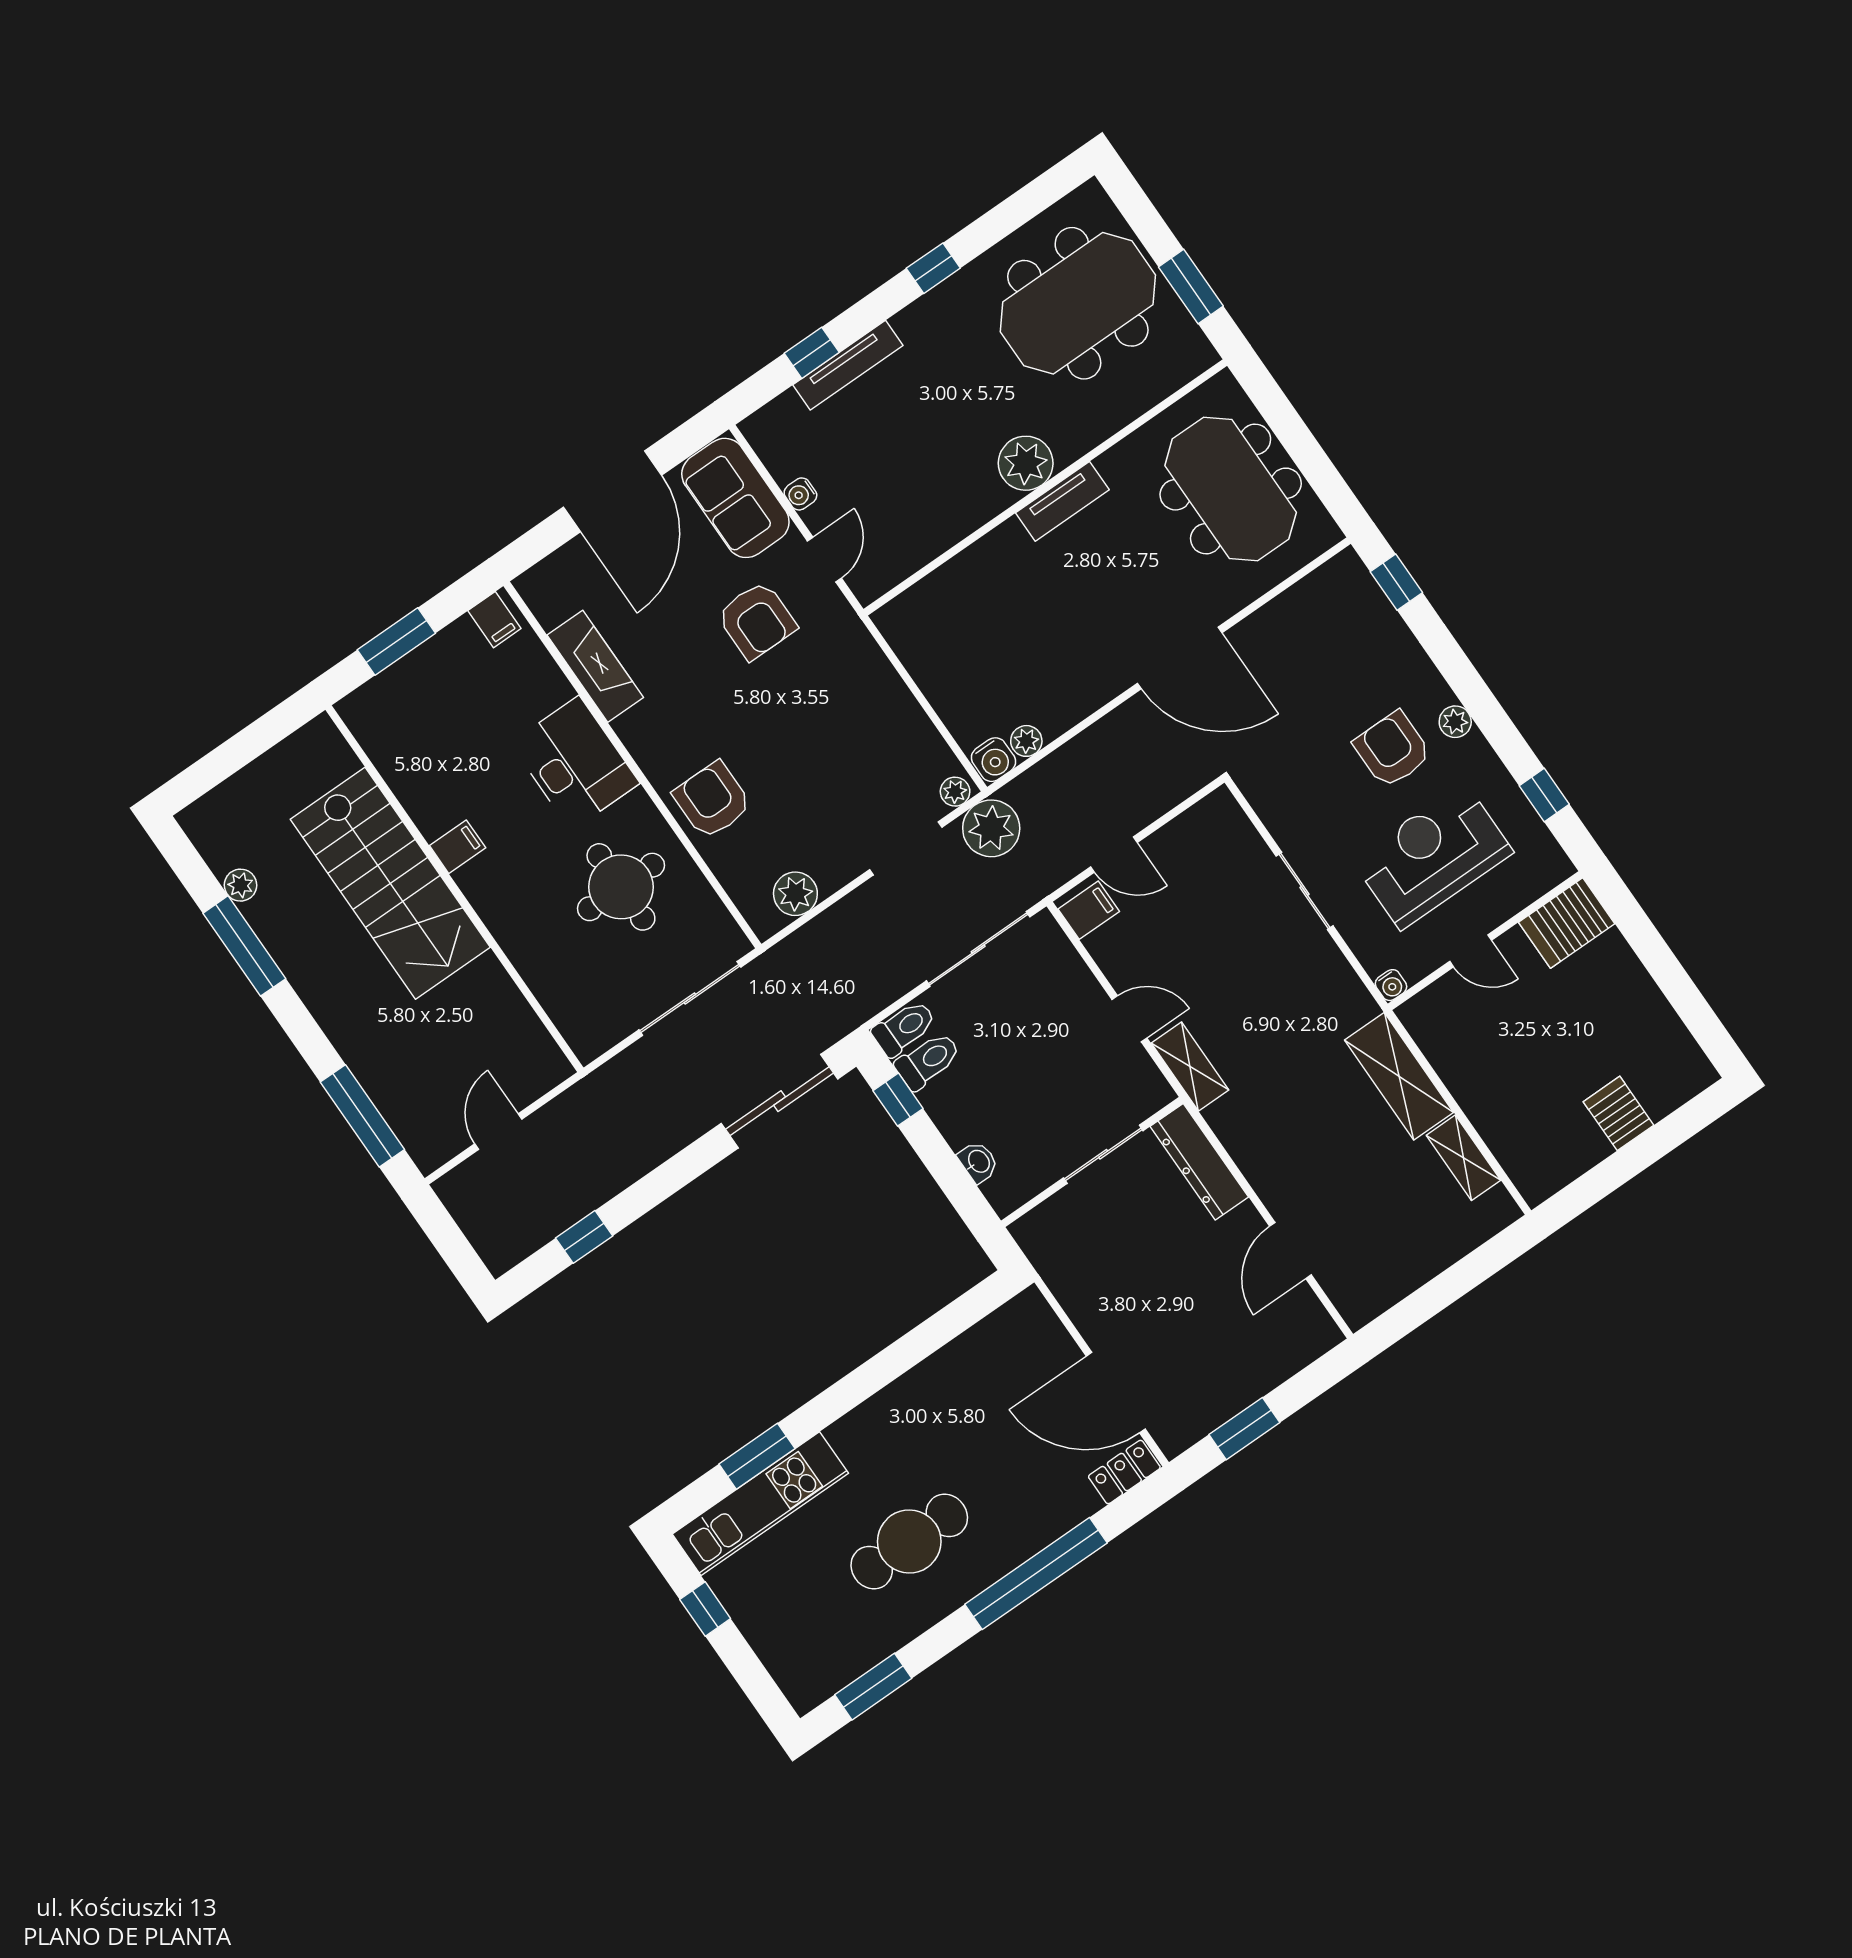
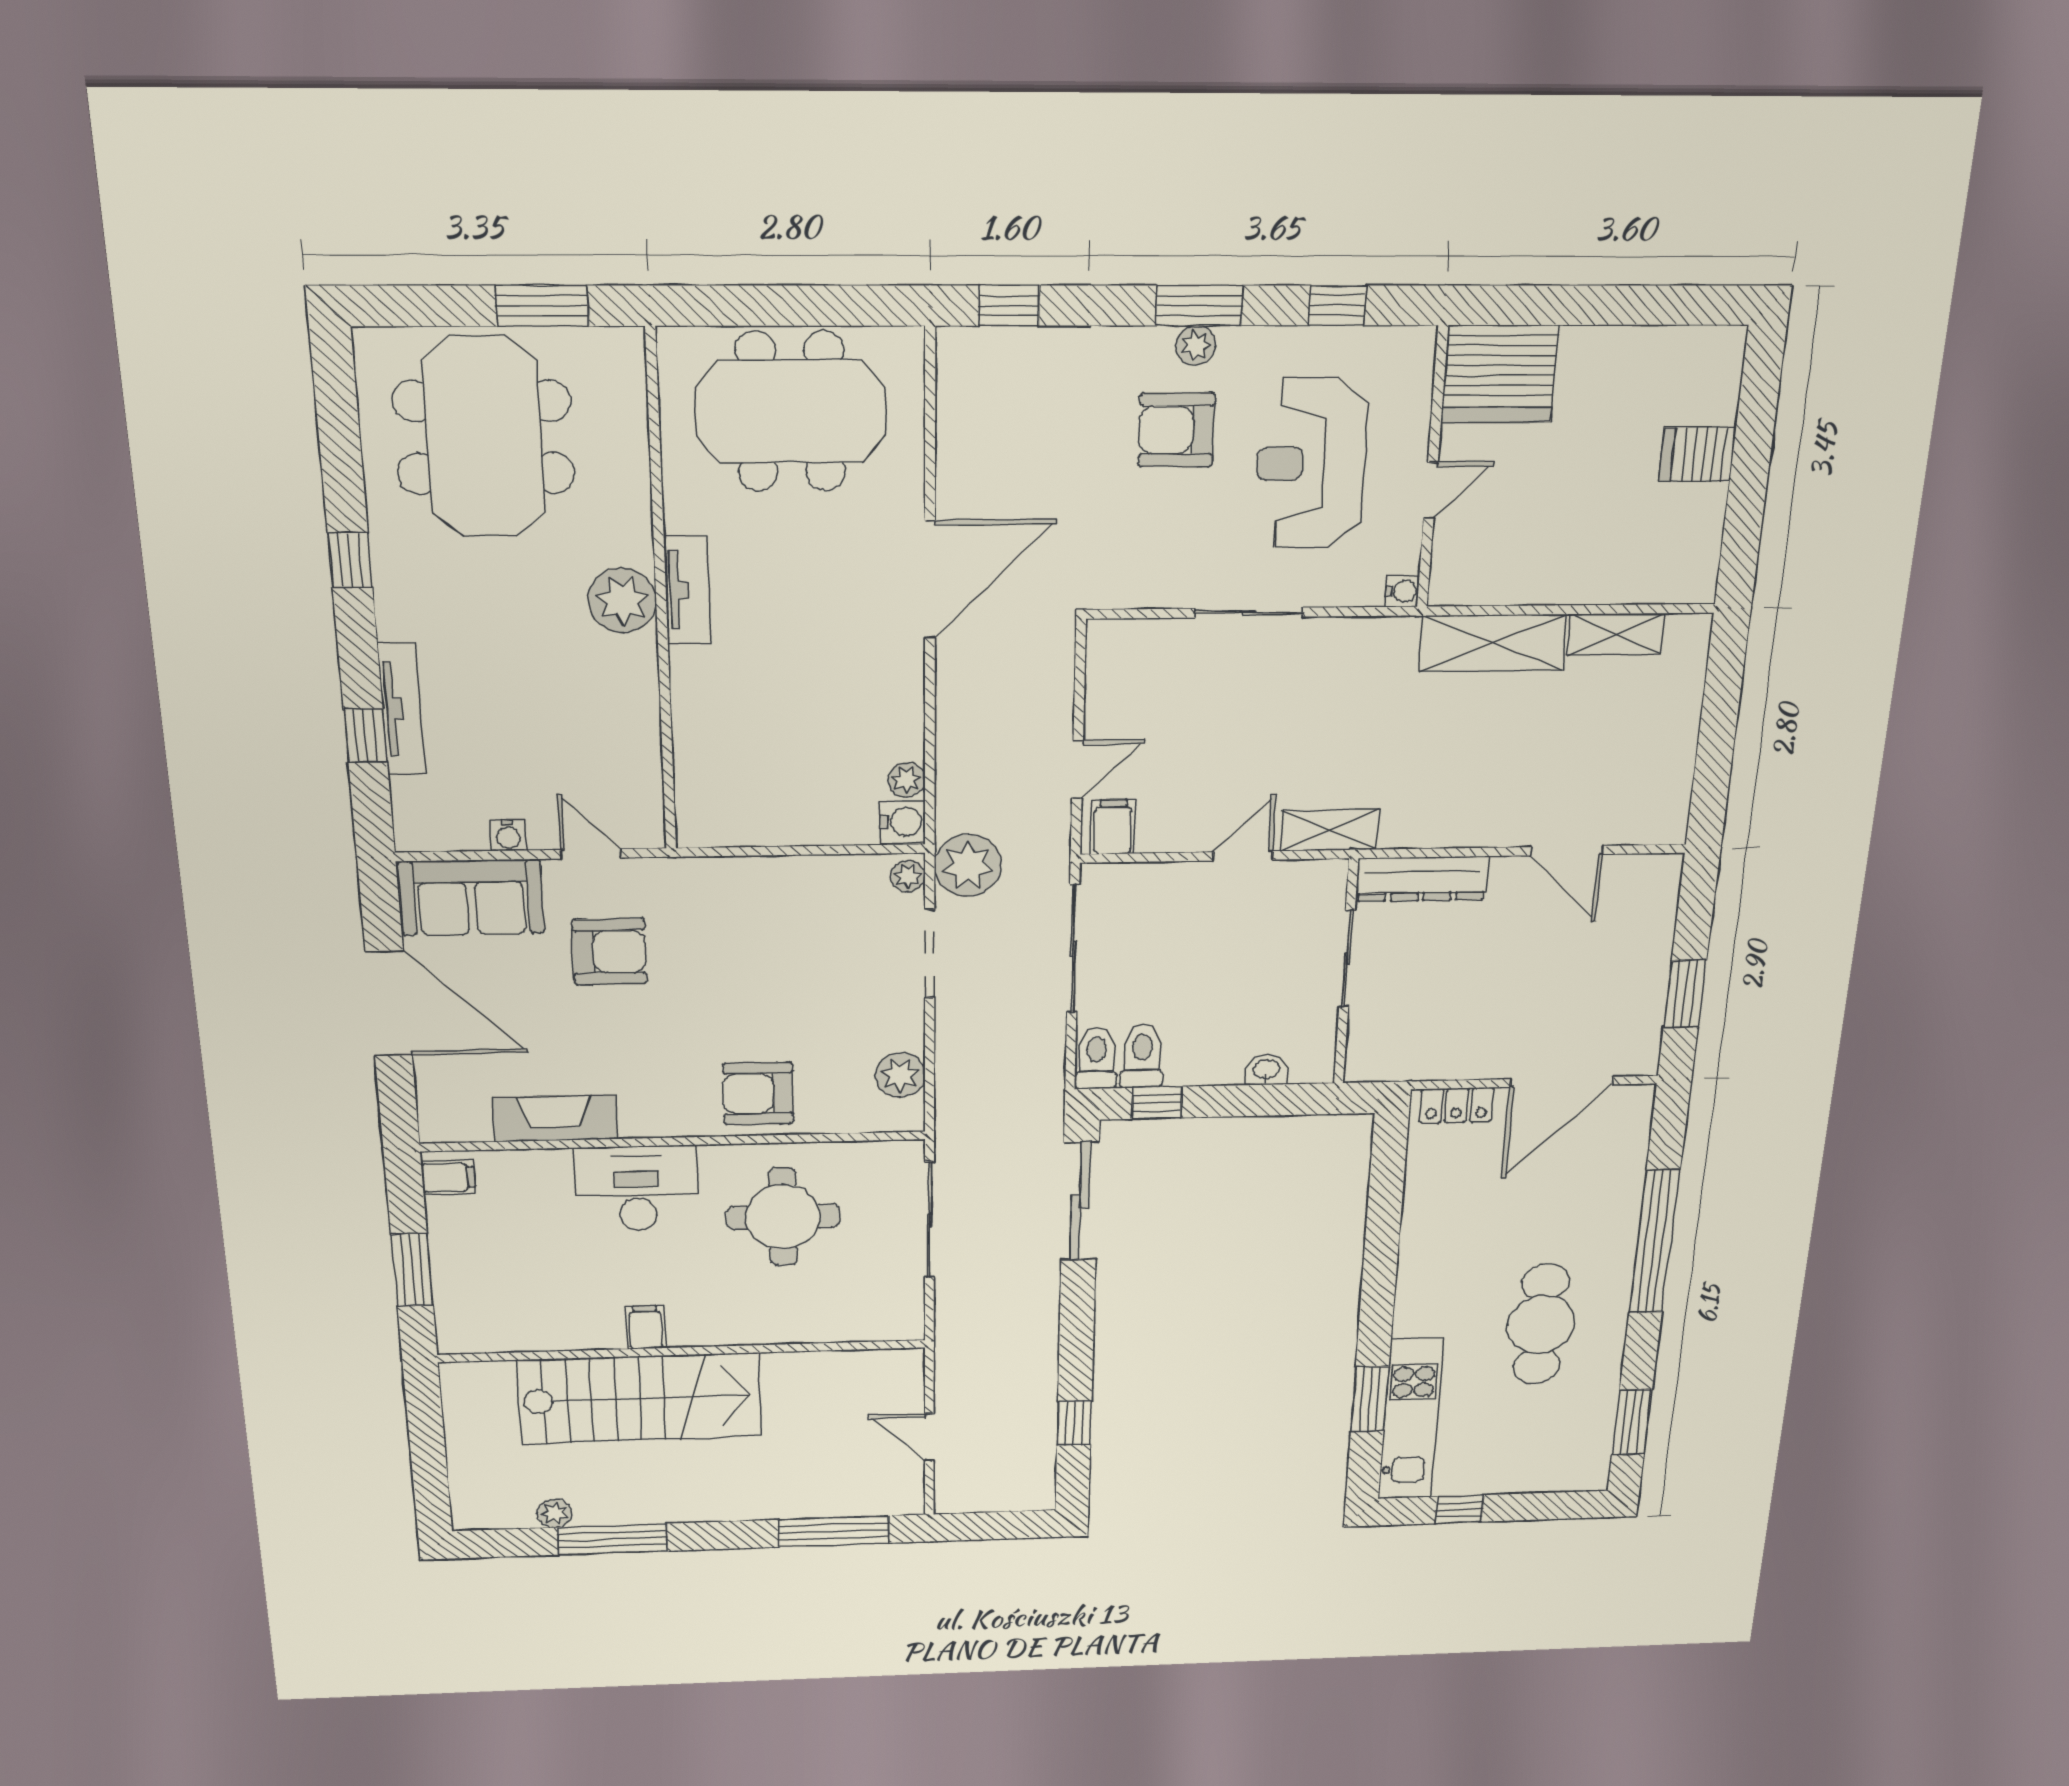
window: (1482, 705) -> (1199, 306), added
server rack: (1567, 923) -> (1500, 374), width x1.60
locker: (1124, 1472) -> (1457, 1105), moved, turned -90

